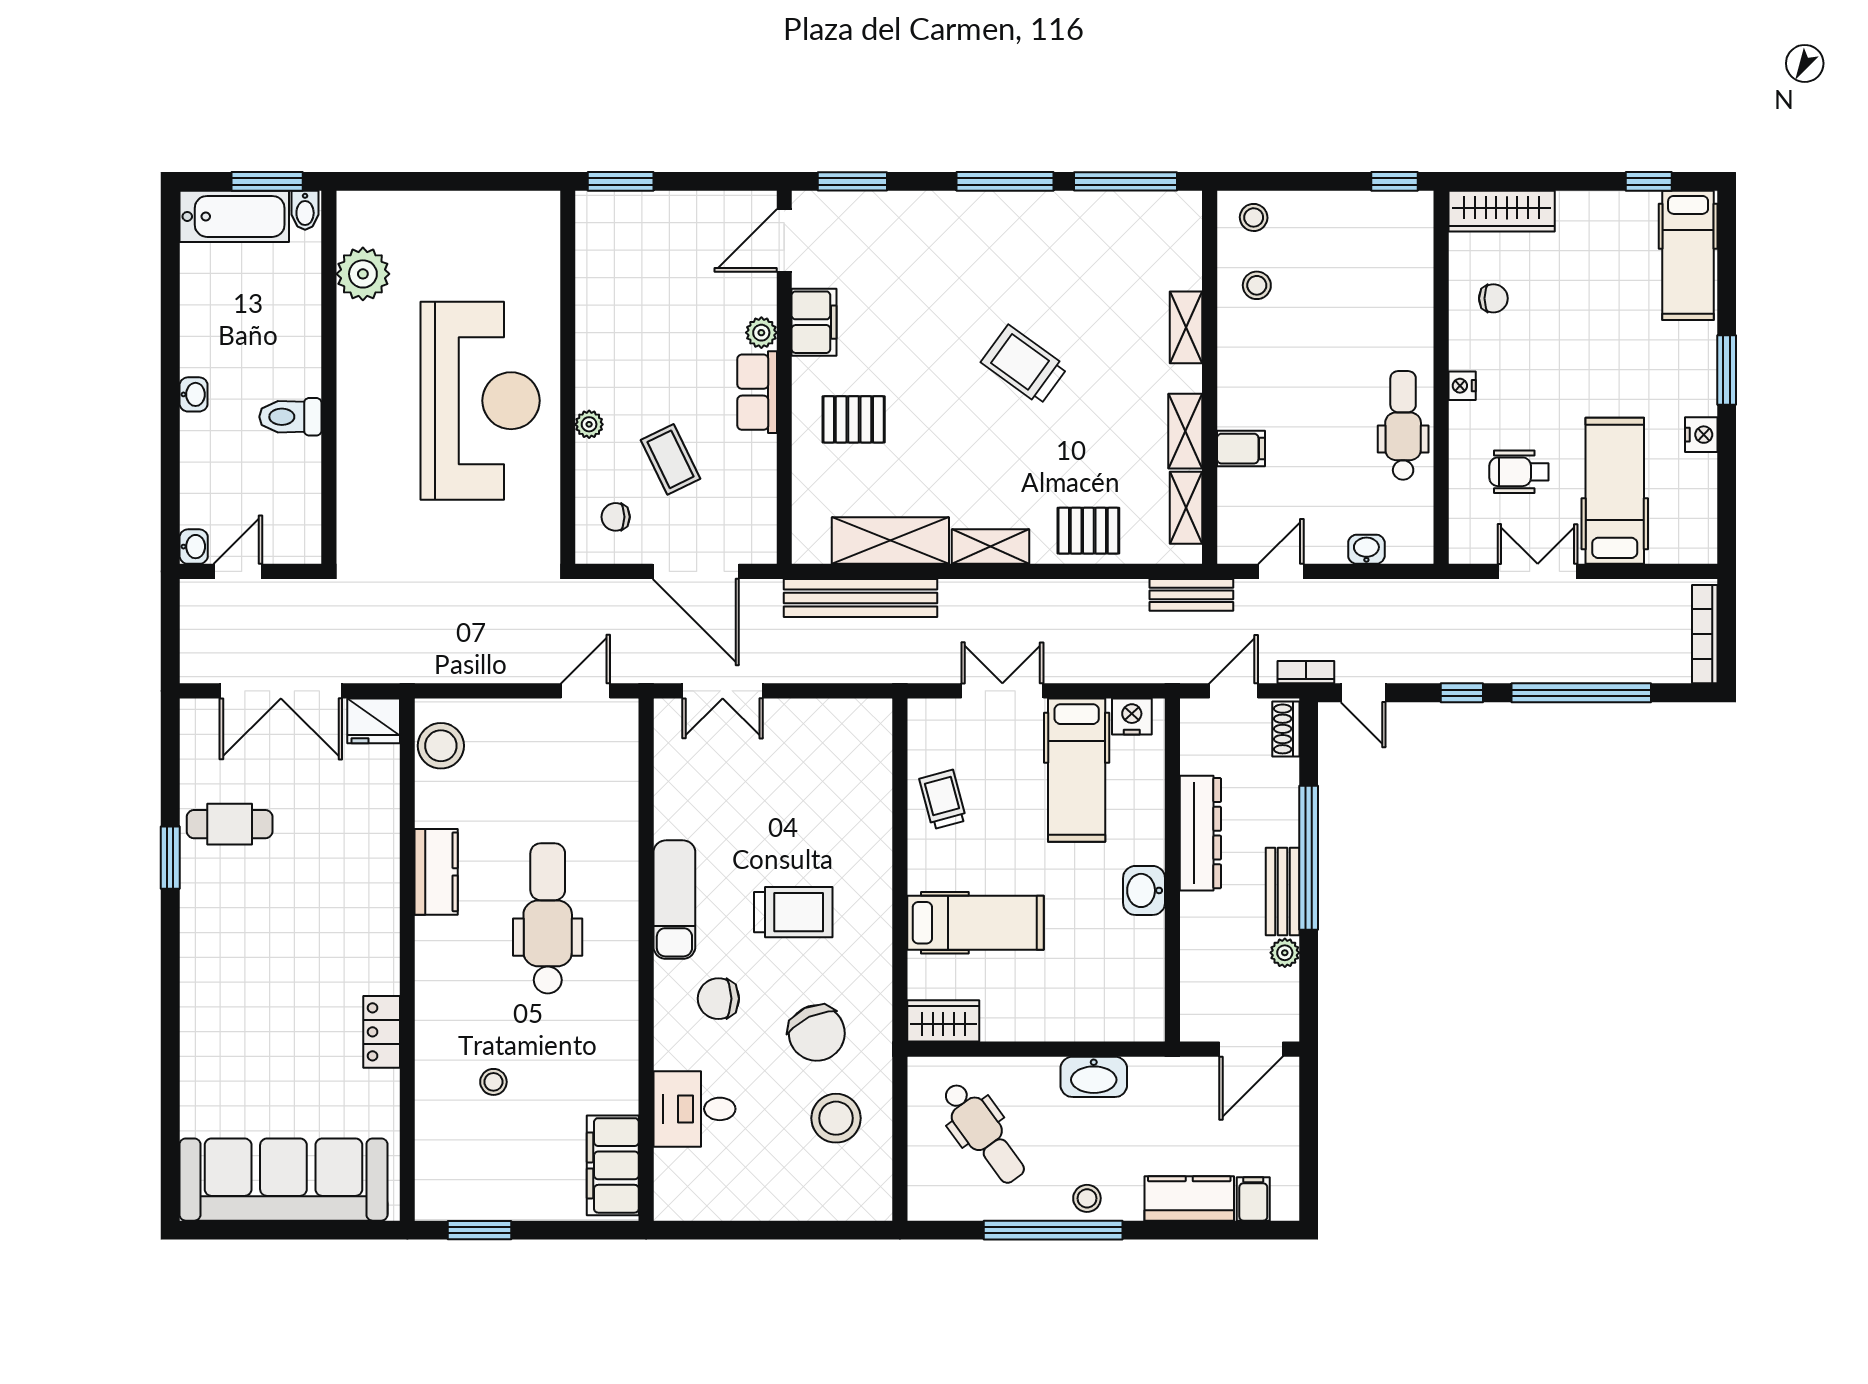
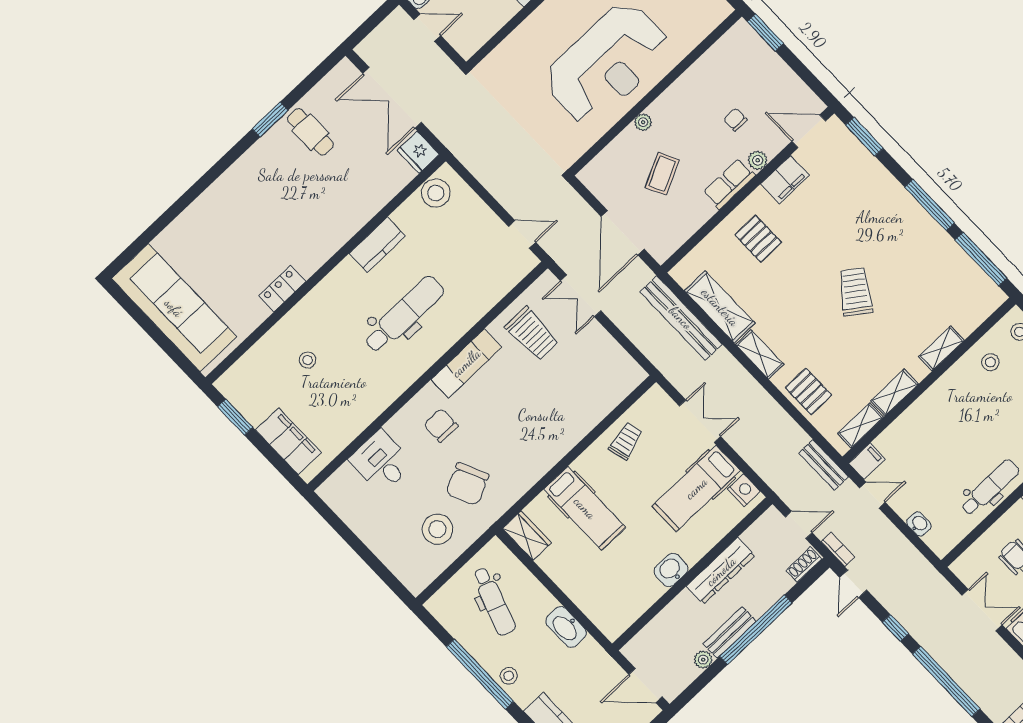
filing cabinet: (1241, 449) -> (867, 461), moved, turned -90
chair: (616, 517) -> (735, 120), moved
trolley: (793, 912) -> (532, 334), moved
dental chair: (983, 1133) -> (494, 601), turned -35
filing cabinet: (613, 1165) -> (288, 441), moved, turned 90

